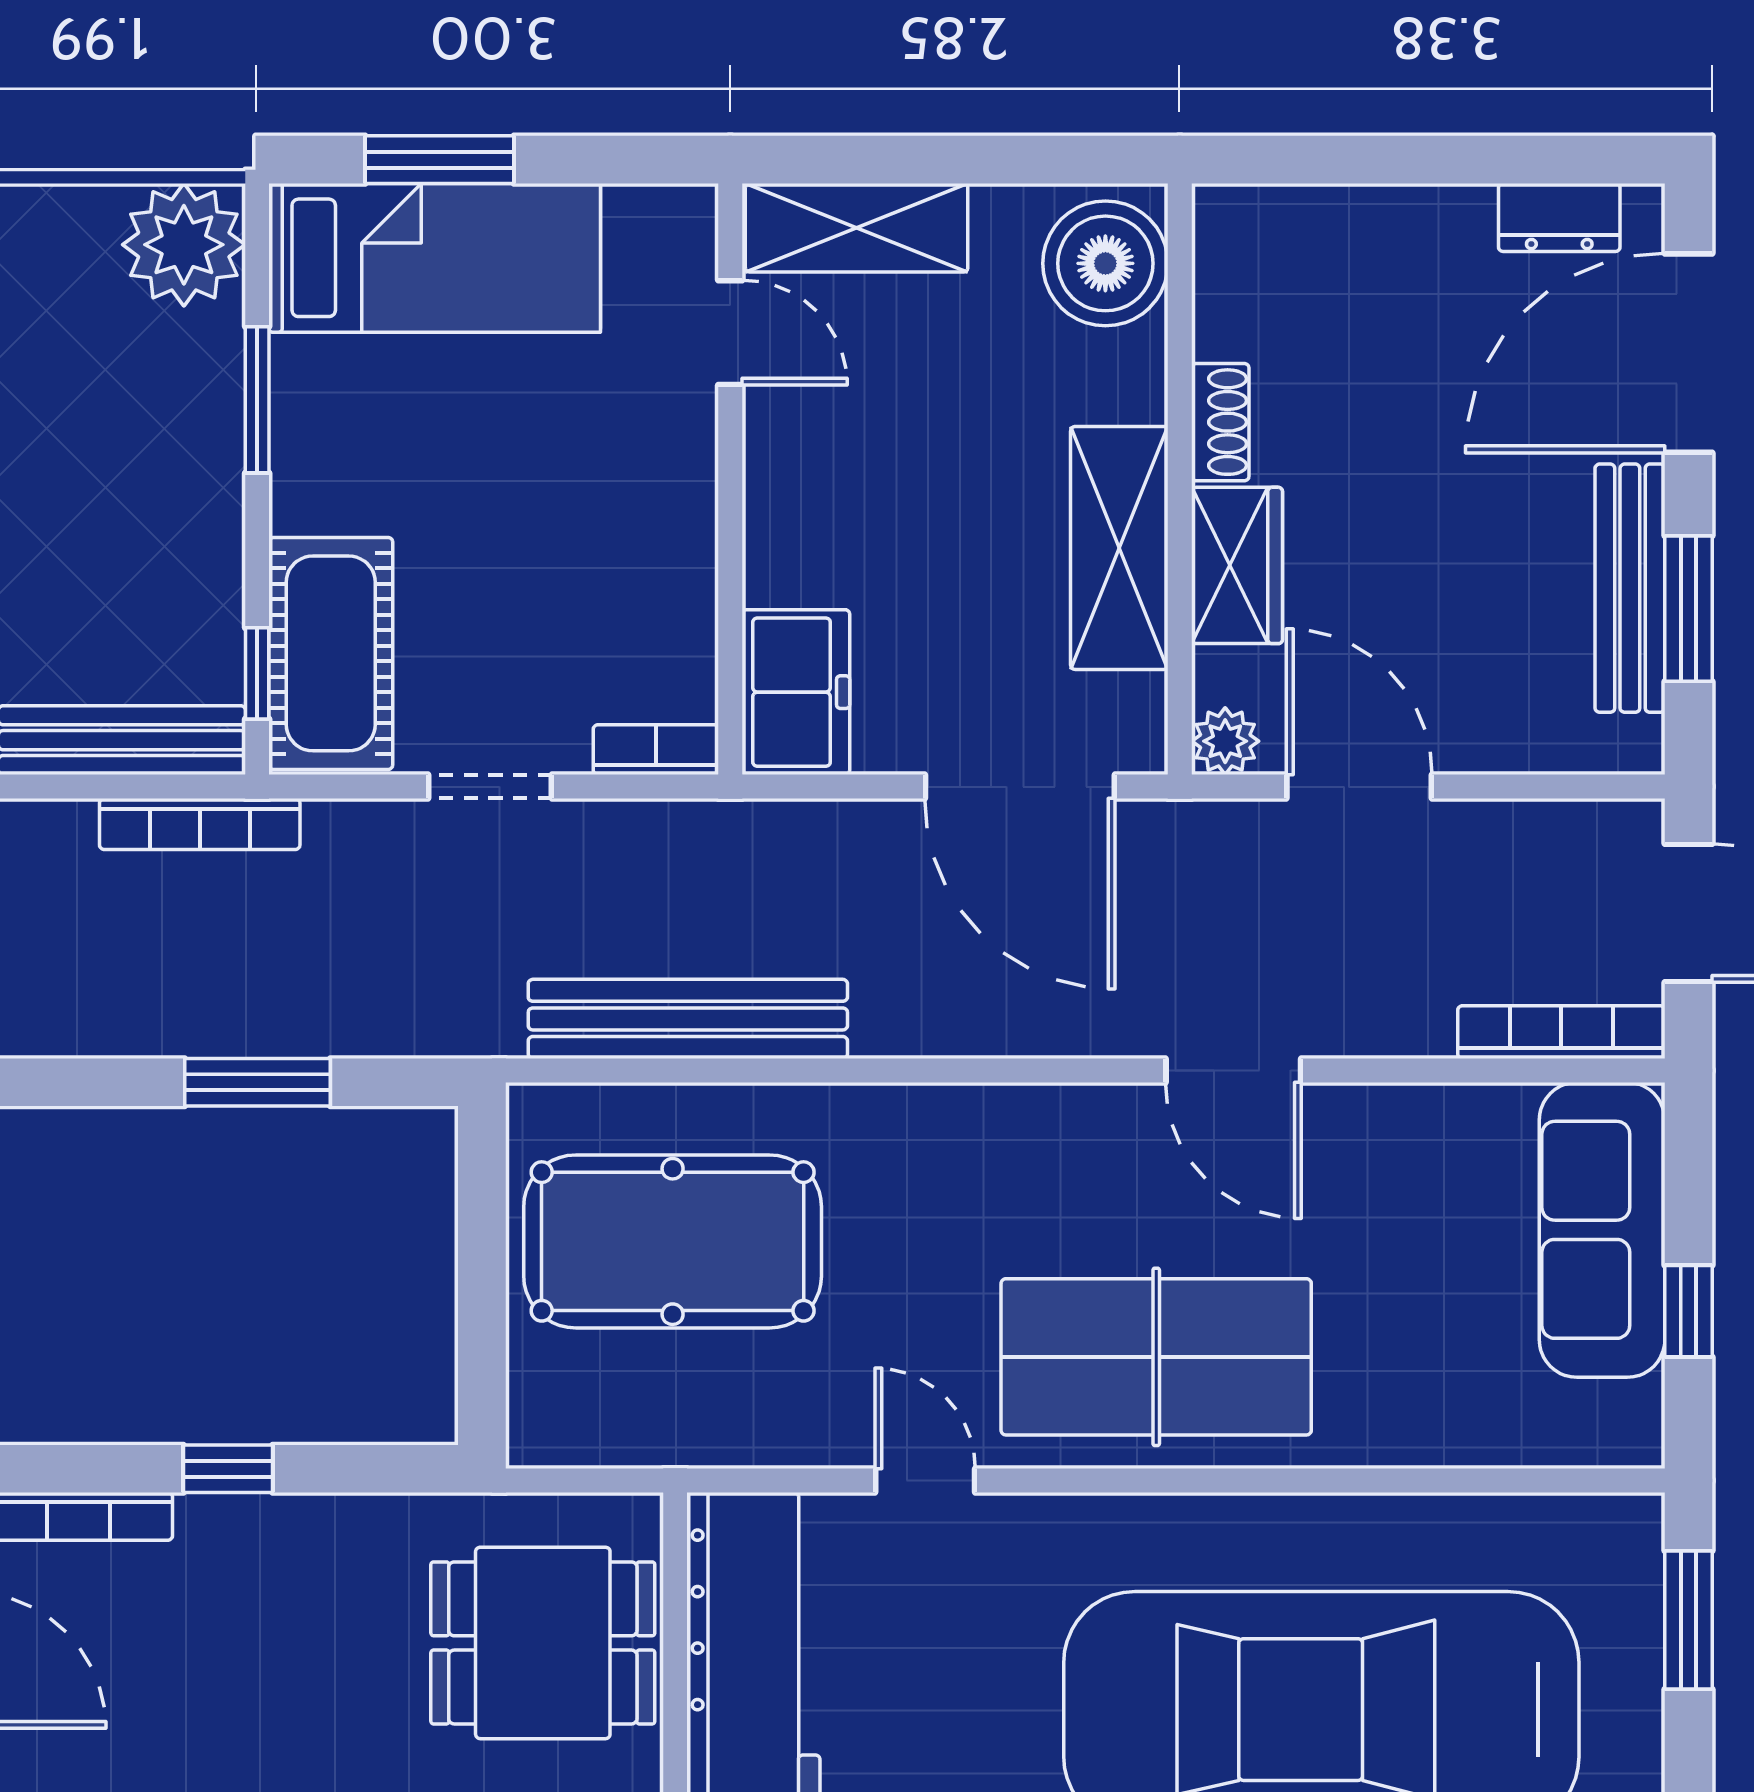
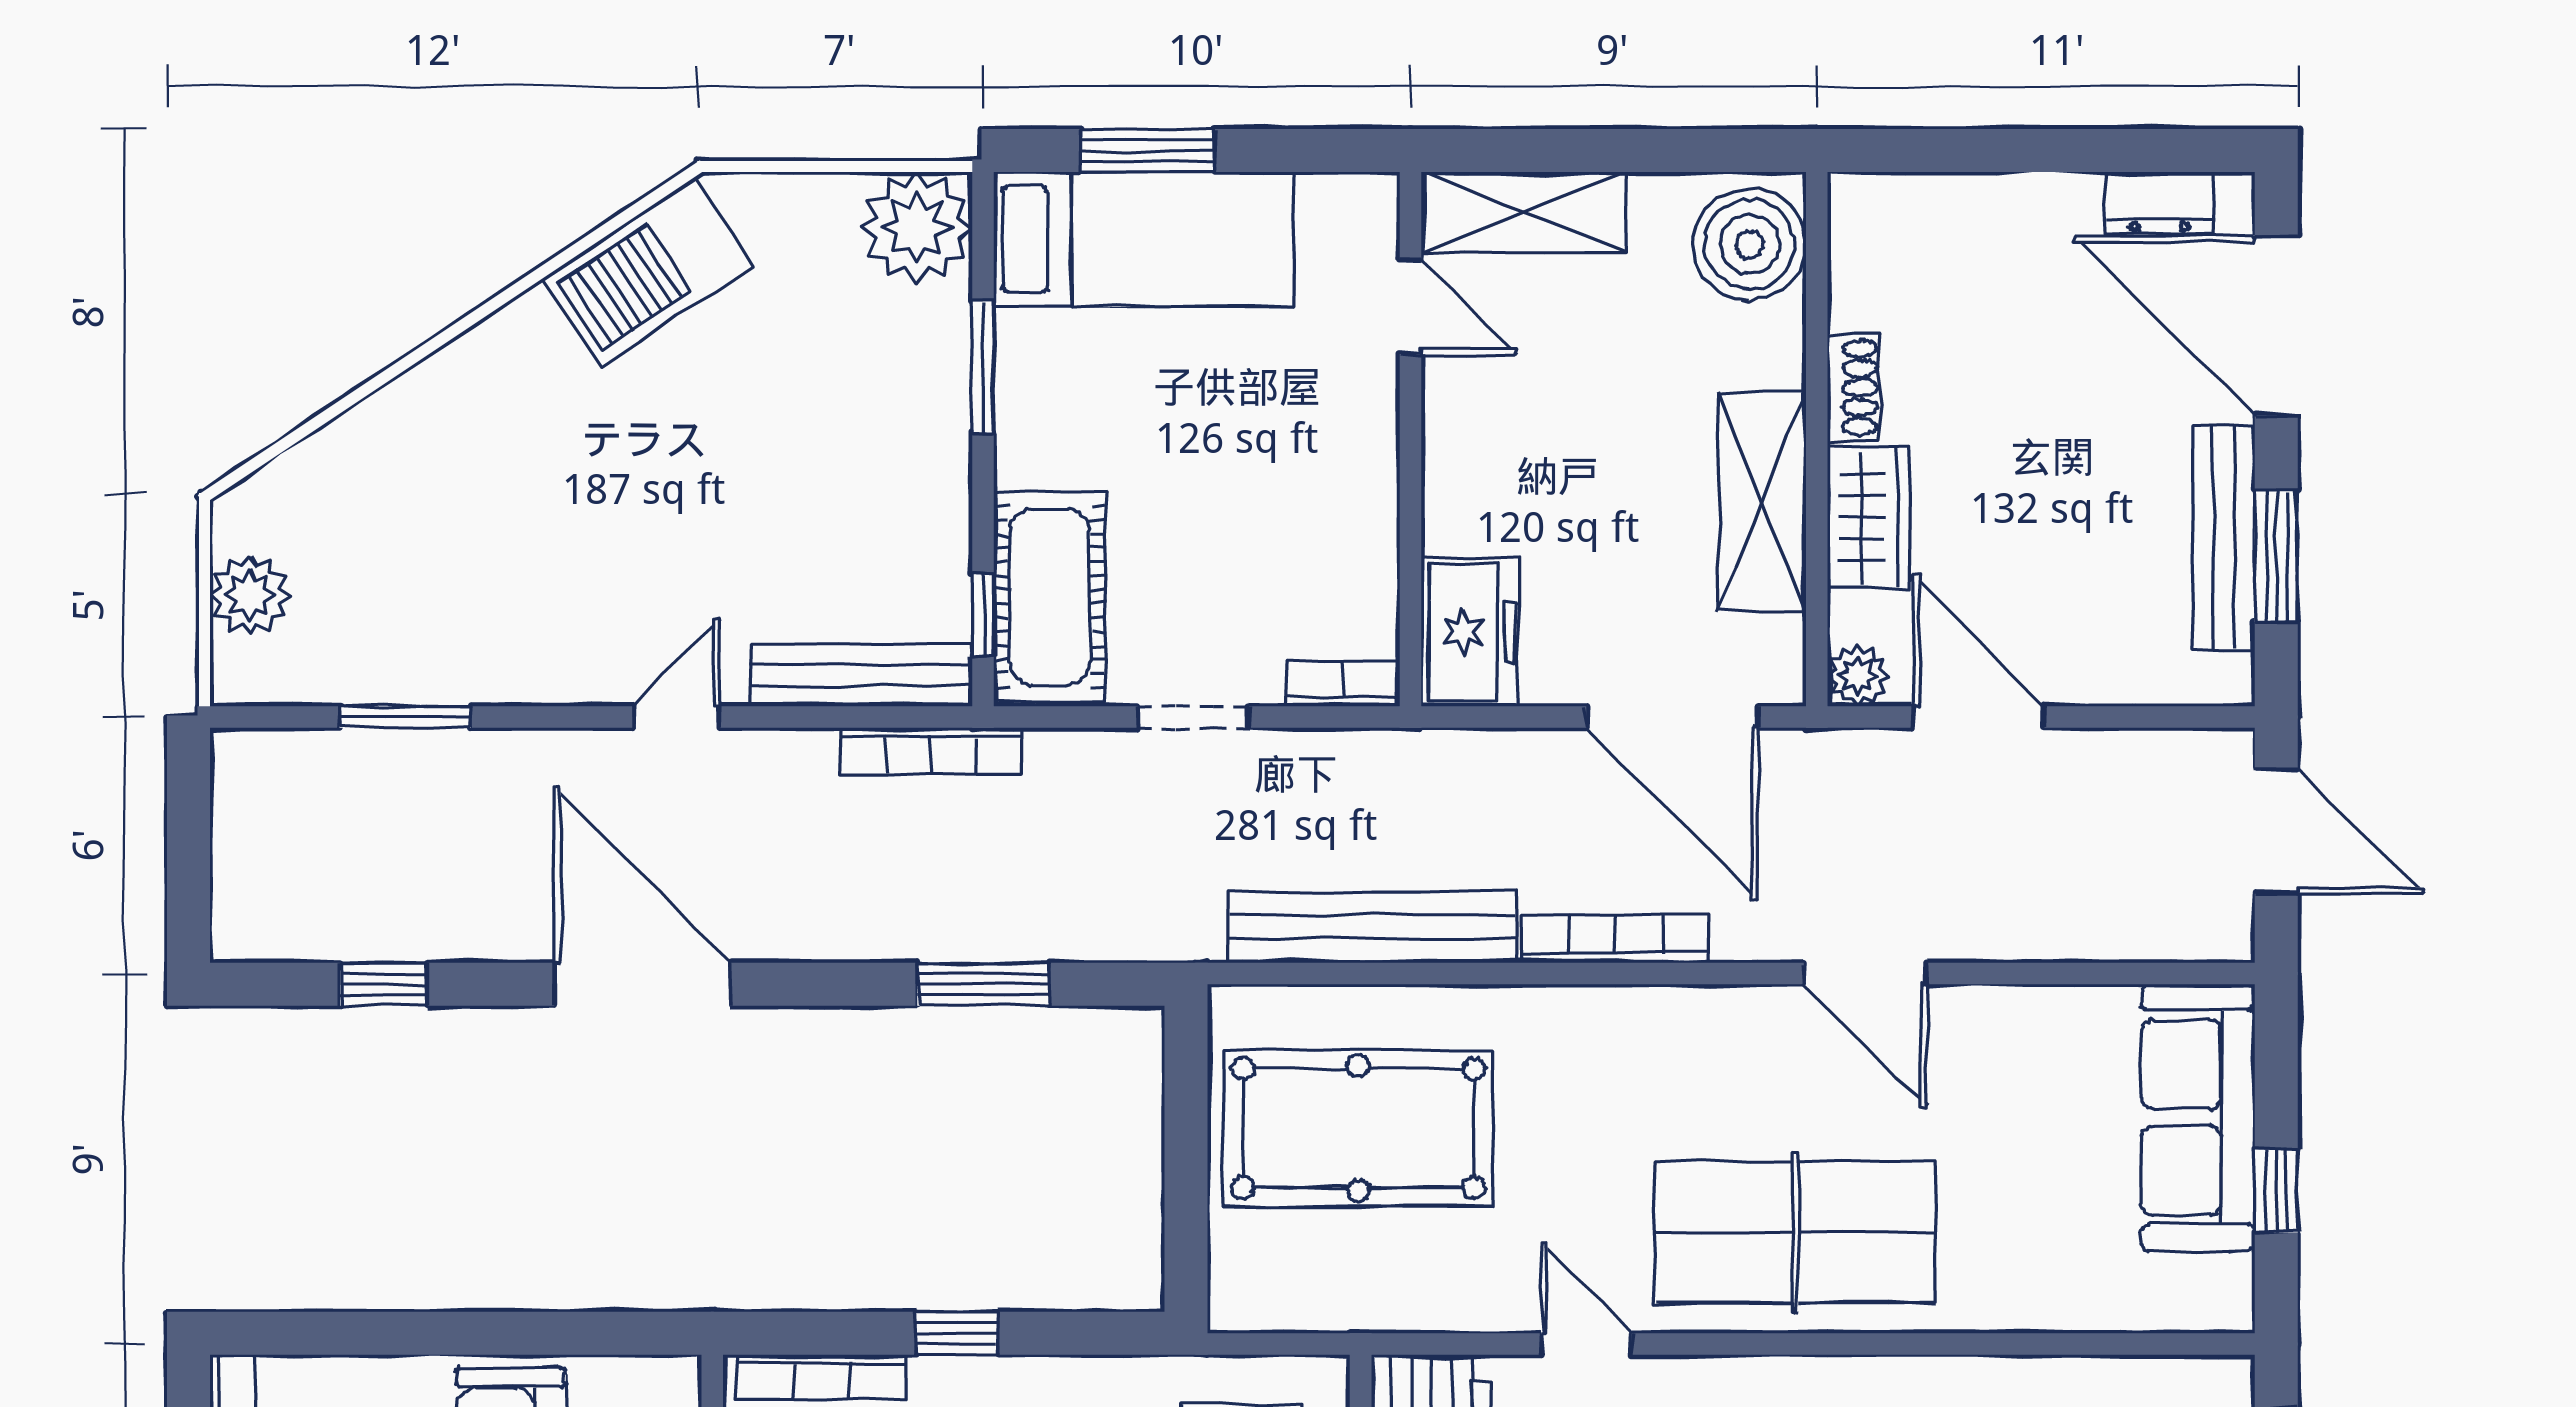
door: (1688, 353) -> (2276, 325), hinge flipped
bookcase: (1561, 1032) -> (1615, 939), moved

